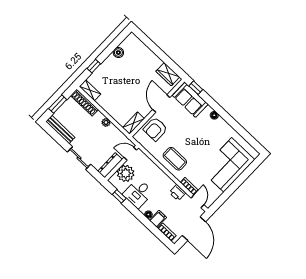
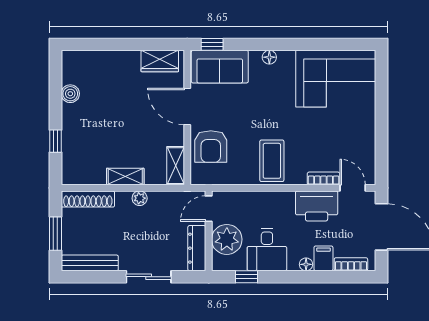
shelving: (90, 90) -> (125, 177), moved
coffee table: (175, 159) -> (272, 161), turned 90
corner sofa: (228, 165) -> (336, 79), moved, turned -90
printer: (177, 193) -> (317, 206), width x1.87, depth x1.48

